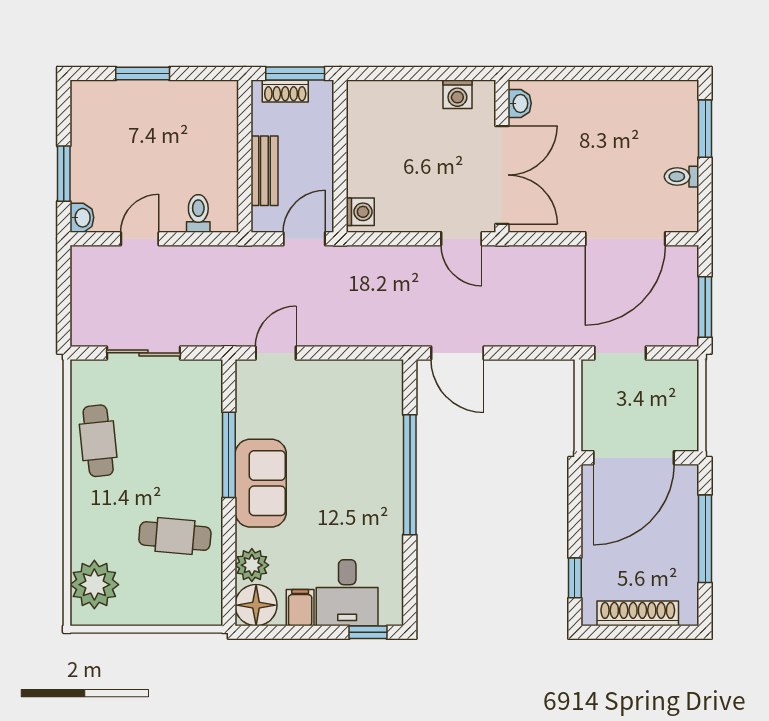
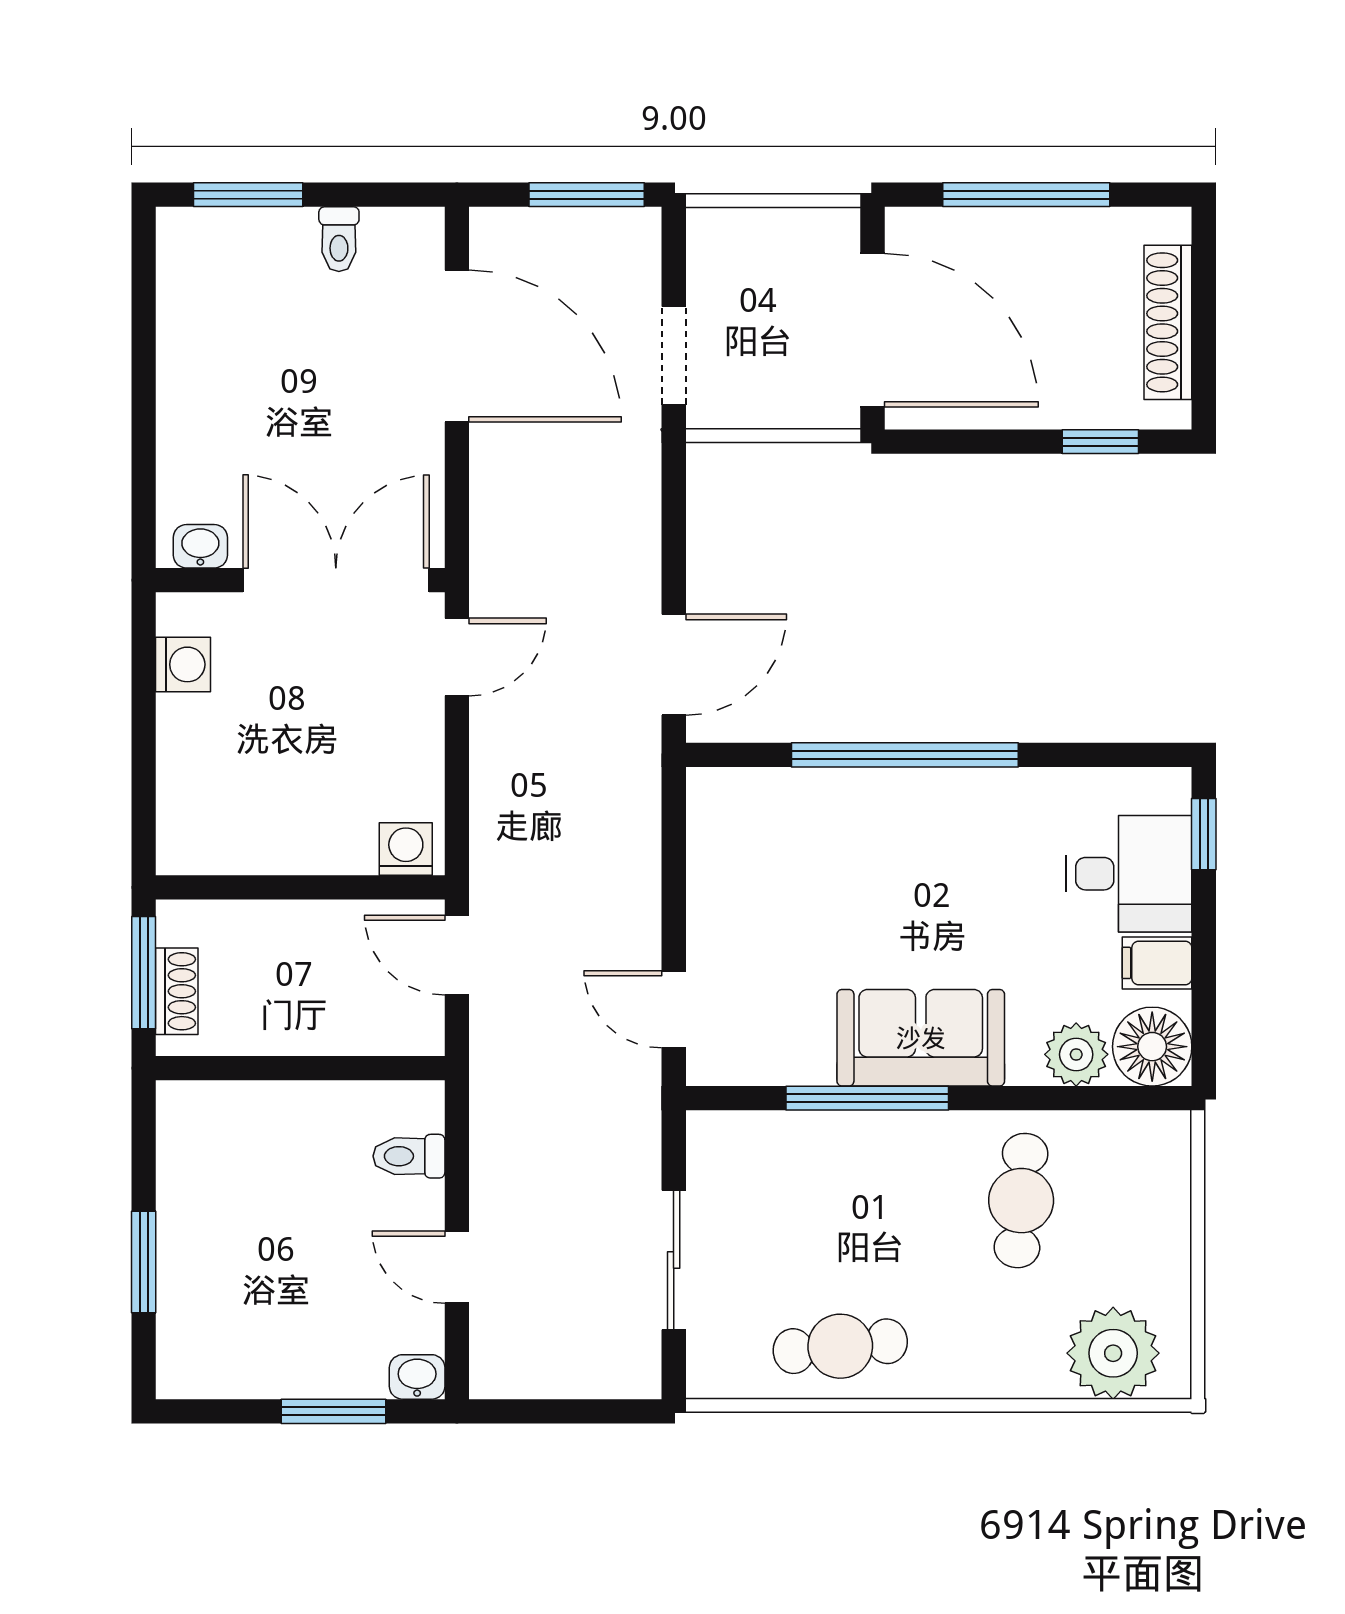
bench: (264, 171) -> (328, 1031), removed

